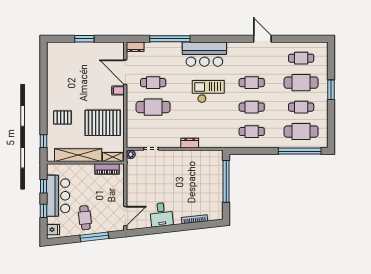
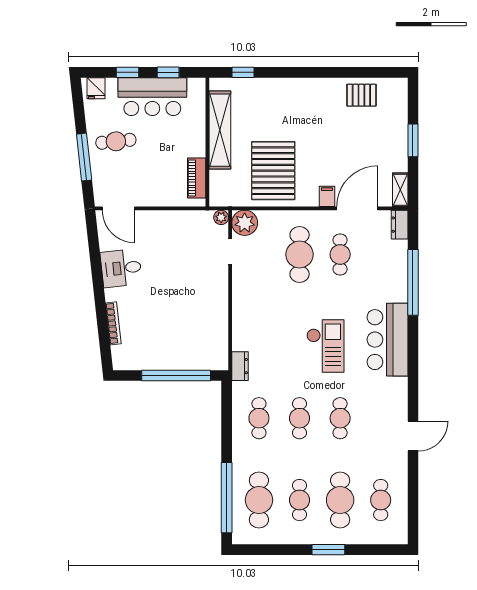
pallet: (62, 117) -> (361, 95), moved, turned 90
plant: (134, 140) -> (245, 223), added
dresser: (190, 143) -> (240, 366), moved
shelving: (113, 157) -> (400, 190), moved

